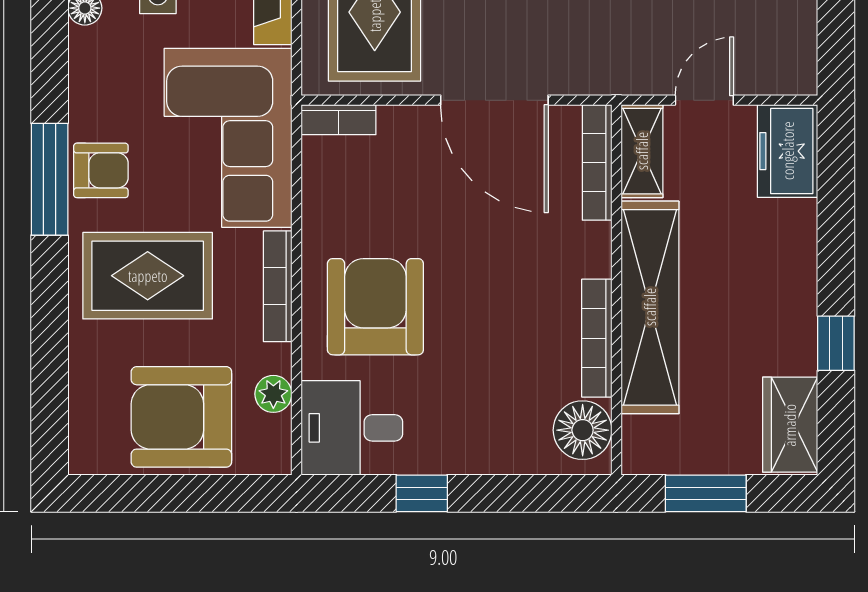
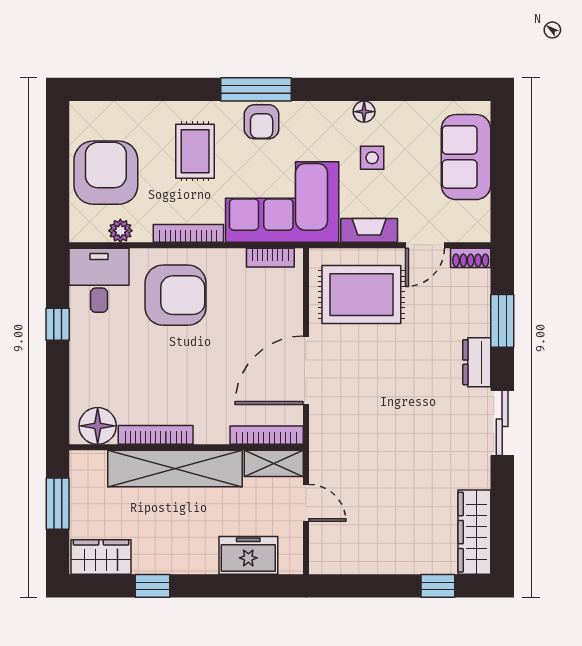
bookcase: (338, 120) -> (270, 258), moved, turned -90
freezer: (788, 151) -> (248, 555), moved
rug: (148, 276) -> (195, 151), width x0.73, depth x0.70

